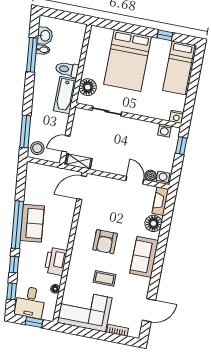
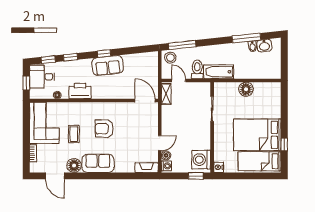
bed: (127, 61) -> (257, 135), moved
toilet: (67, 69) -> (197, 69), moved
floor lamp: (88, 87) -> (246, 89), moved
washing machine: (164, 130) -> (201, 160), width x1.89, depth x1.89
floor lamp: (153, 223) -> (74, 166), moved
window: (17, 225) -> (104, 53), width x0.32

